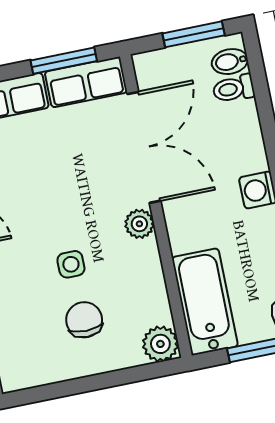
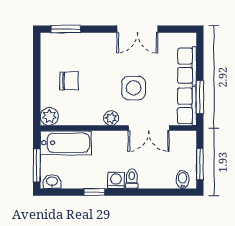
toilet: (234, 89) -> (132, 179), moved
double door: (144, 147) -> (149, 128), width x0.73
side table: (71, 264) -> (134, 88), moved, width x1.87, depth x1.87

